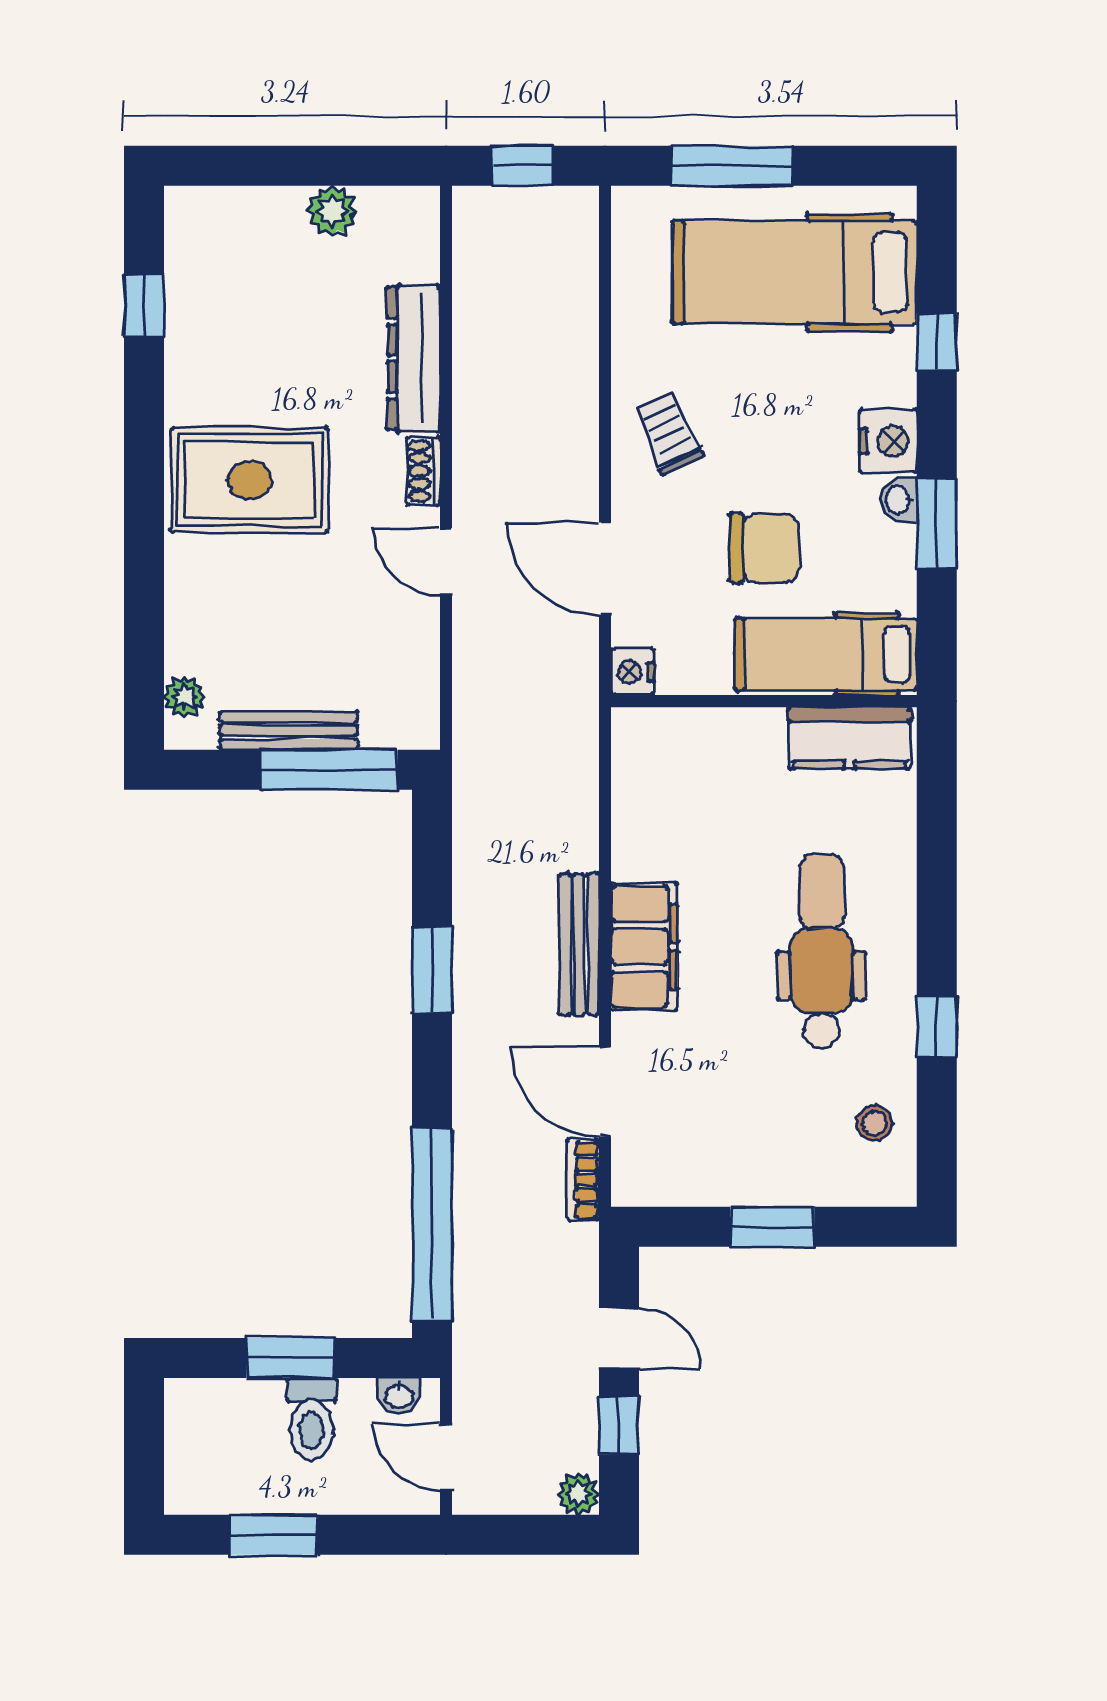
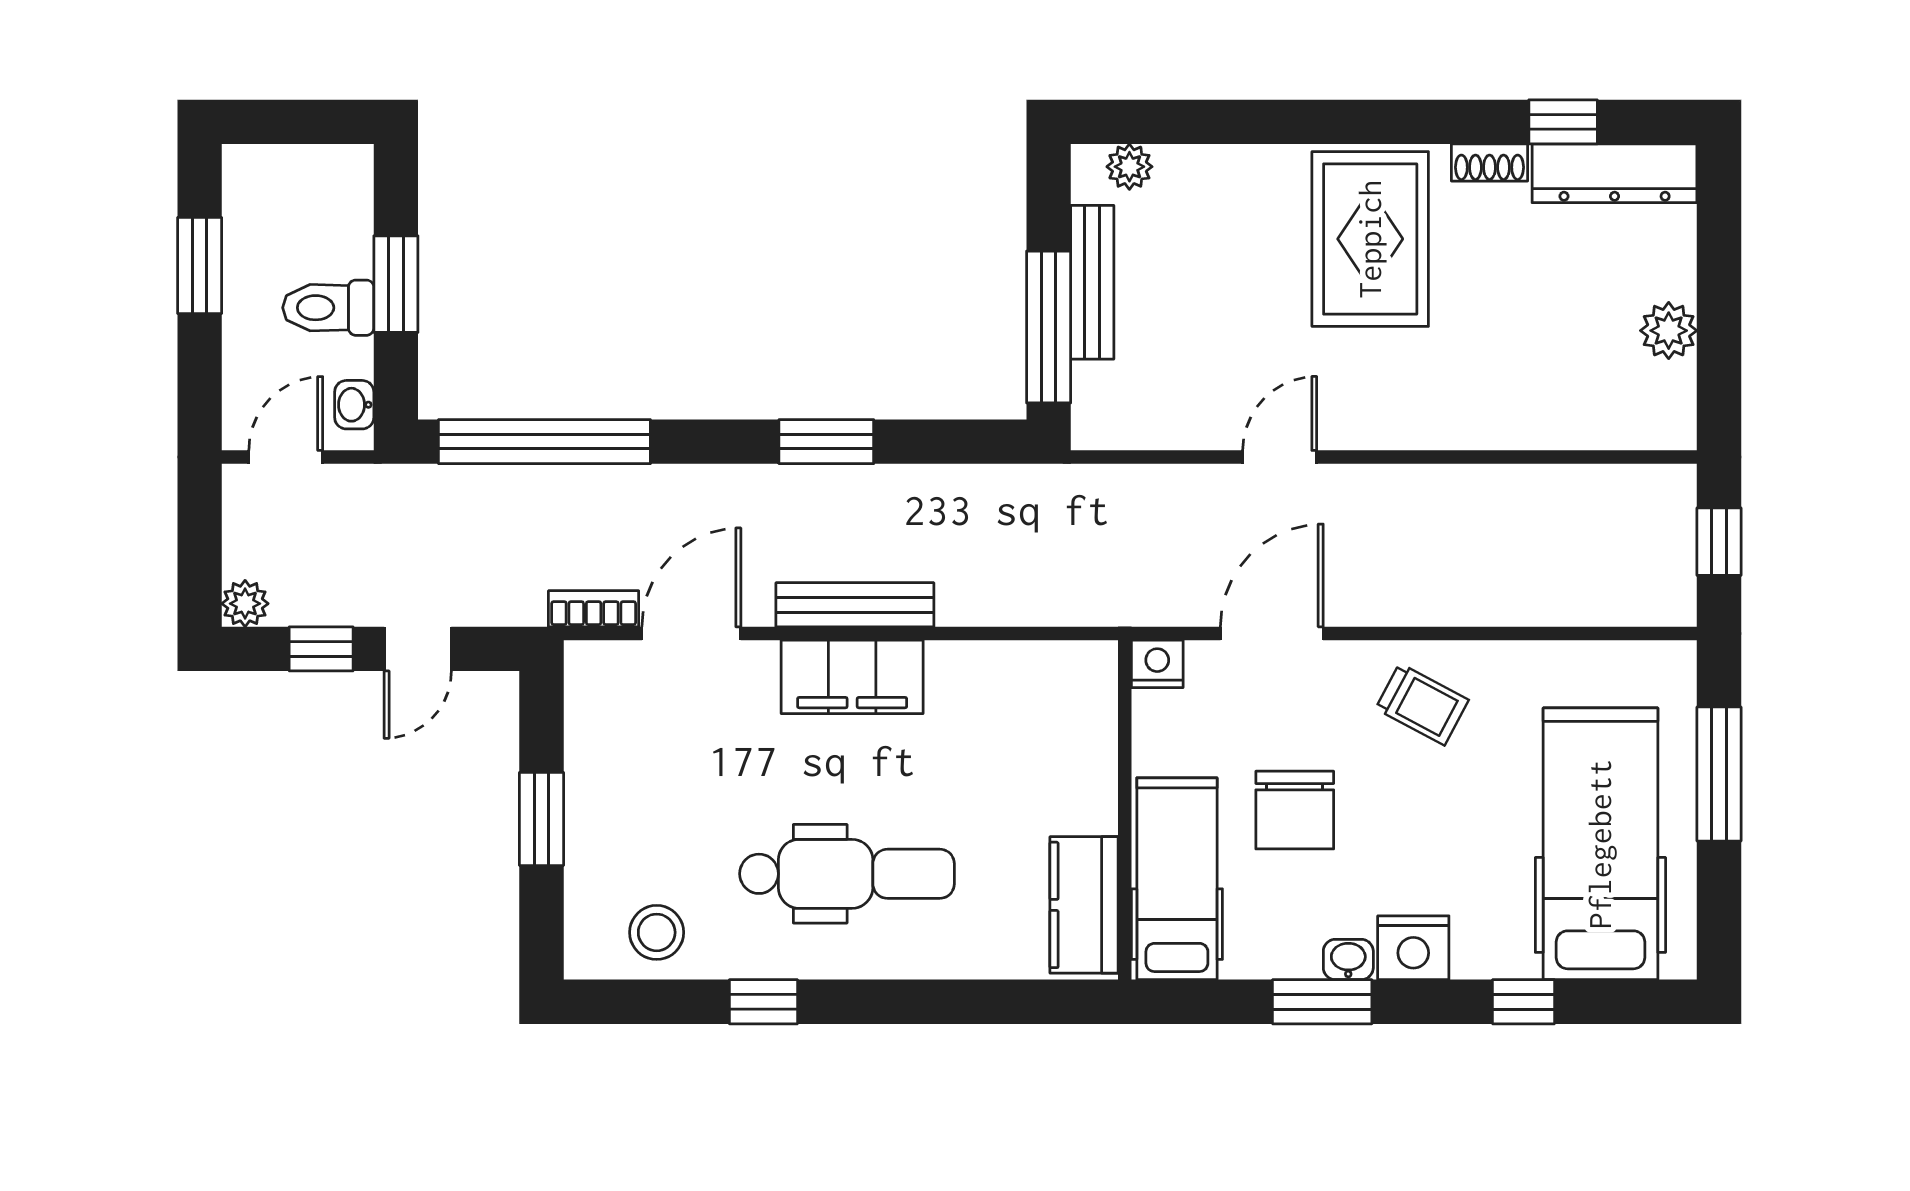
dresser: (414, 358) -> (1615, 173), moved, turned 180
trolley: (669, 433) -> (1422, 704), turned 52
shoe rack: (423, 471) -> (1489, 162), moved, turned 180
stool: (874, 1123) -> (657, 932), width x1.37, depth x1.37

